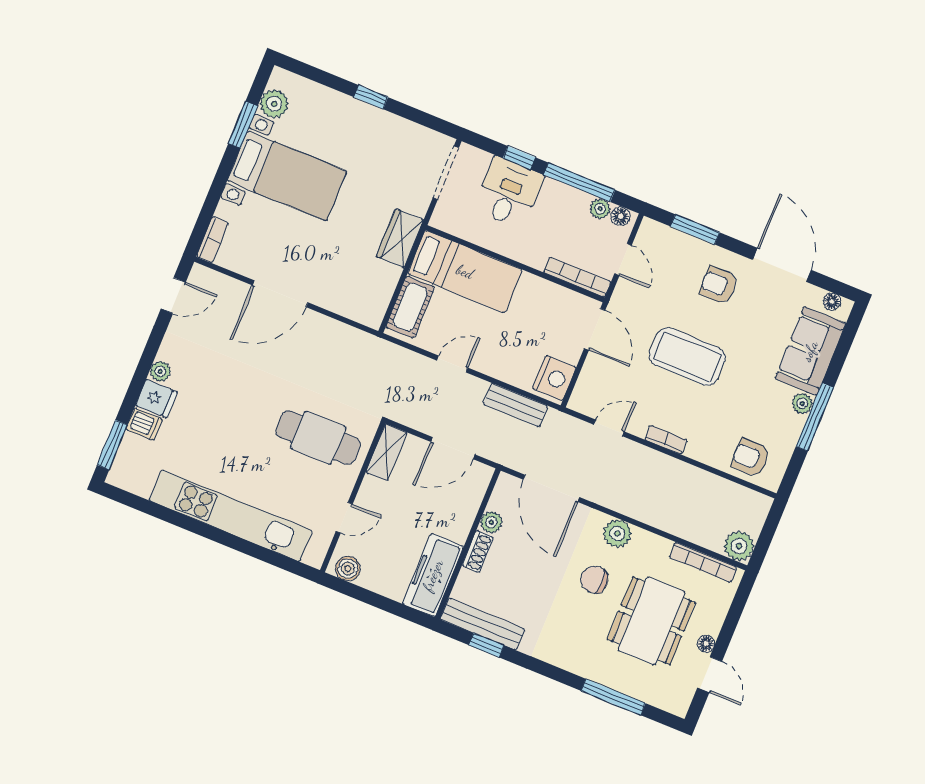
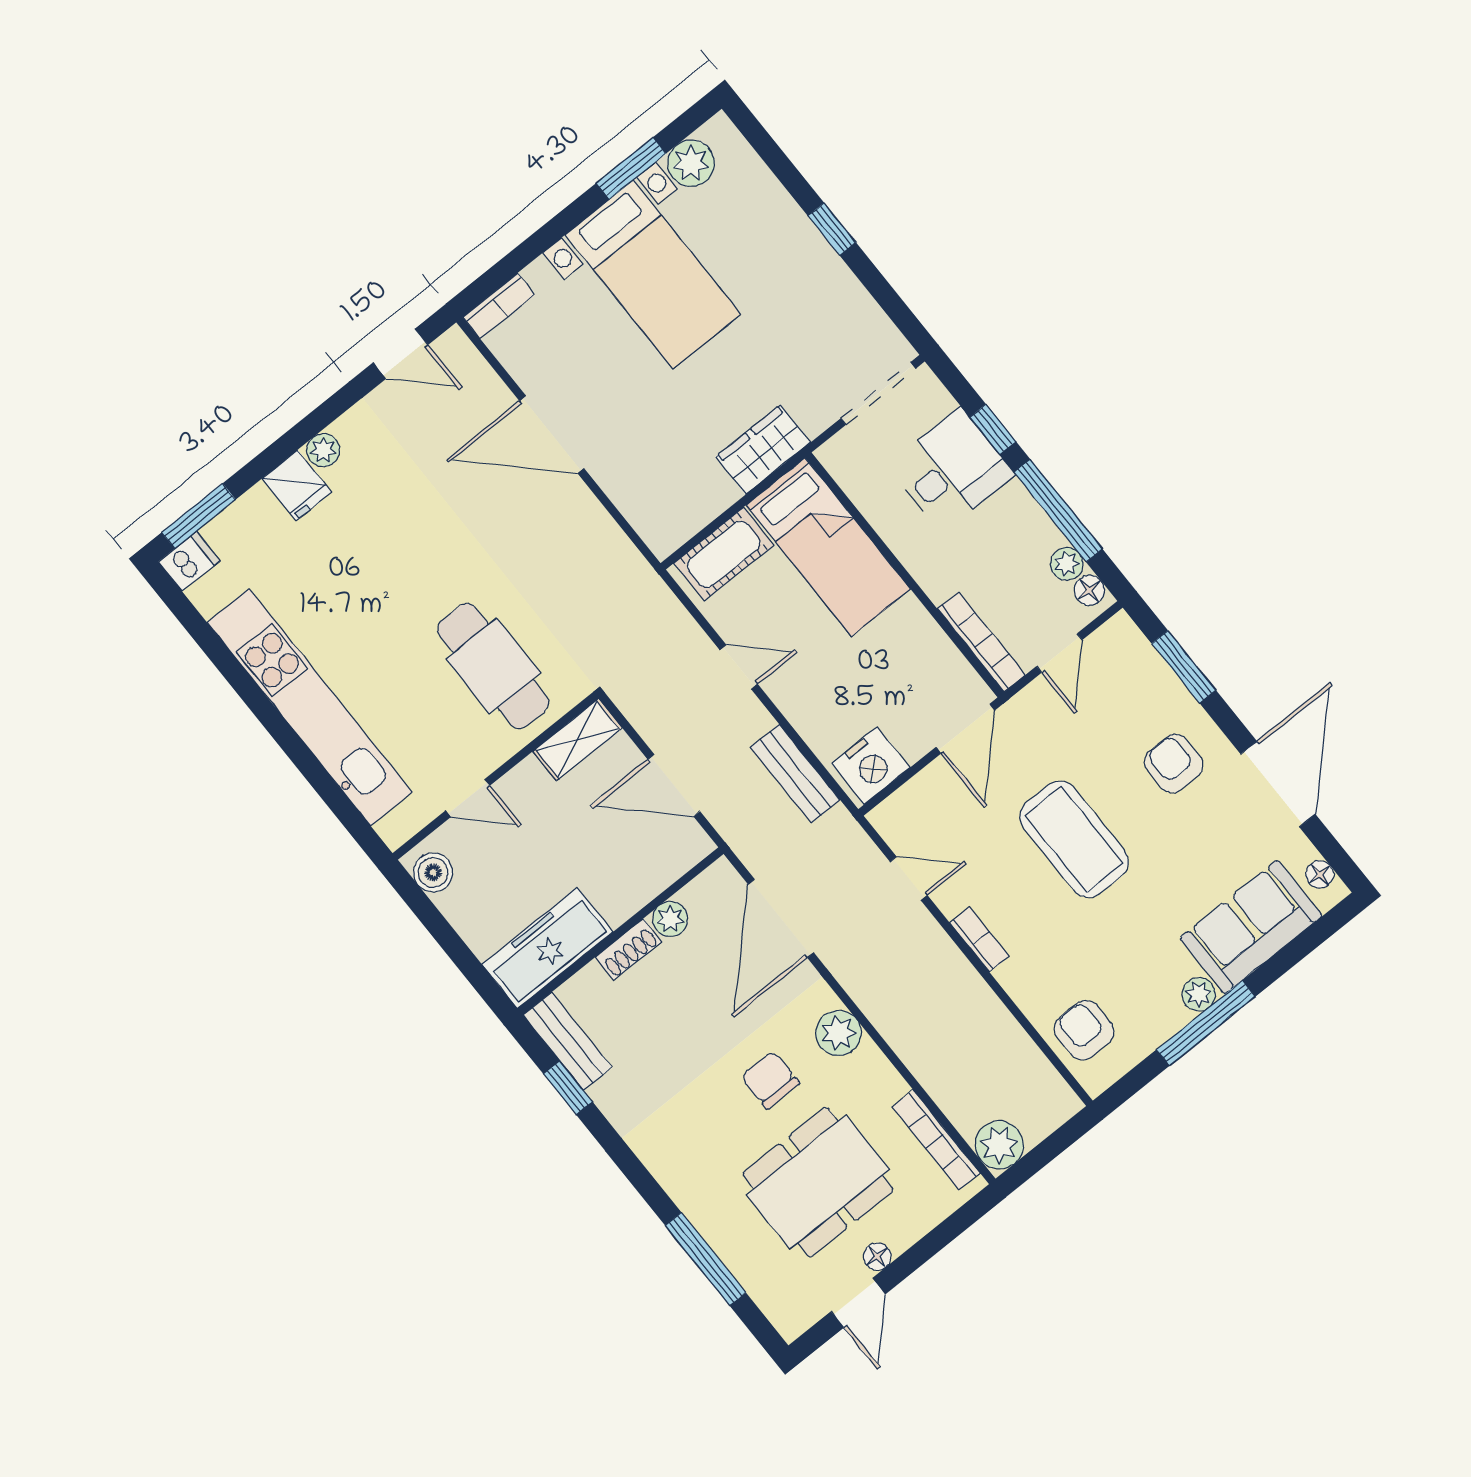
dishwasher: (144, 424) -> (189, 561), moved, turned -90
bench: (482, 624) -> (567, 1041), width x0.73

